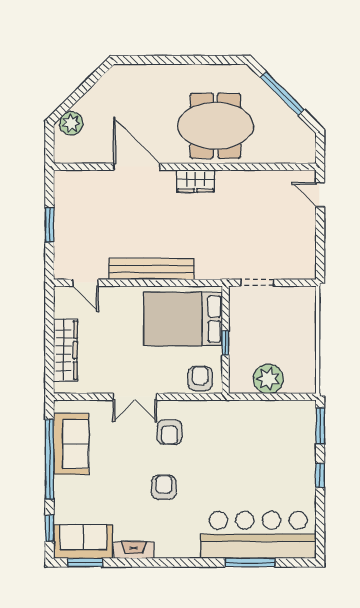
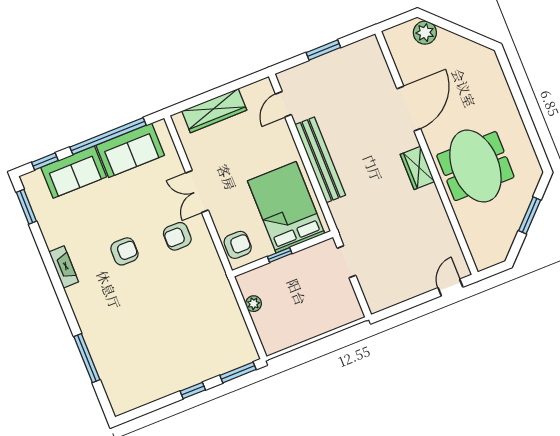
window: (282, 93) -> (530, 215), width x0.69
plant: (268, 379) -> (254, 304), width x0.53, depth x0.53
bar counter: (258, 535) -> (115, 356), removed
sofa: (83, 542) -> (74, 172), moved, turned 90
fireplace: (134, 550) -> (64, 267), moved

